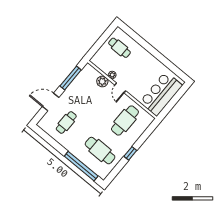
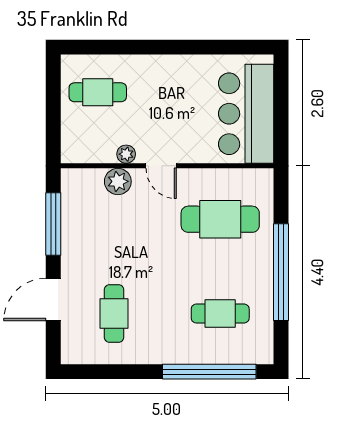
cafe table: (125, 121) -> (220, 219), turned 90
cafe table: (100, 151) -> (220, 313), width x0.73, depth x0.74
window: (130, 153) -> (281, 272), width x3.17

